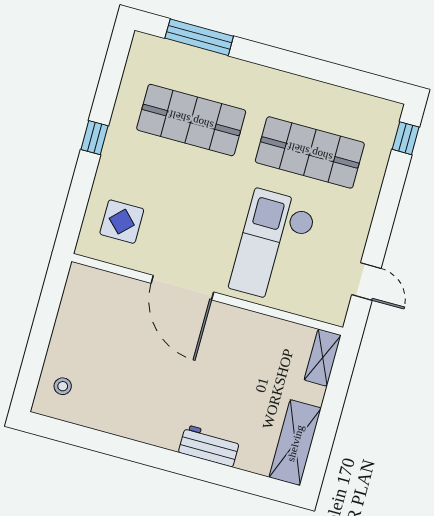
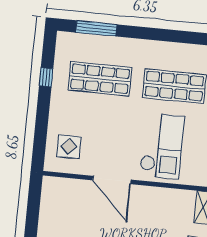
window: (94, 138) -> (46, 77), moved
checkout: (273, 246) -> (162, 146), turned 180

